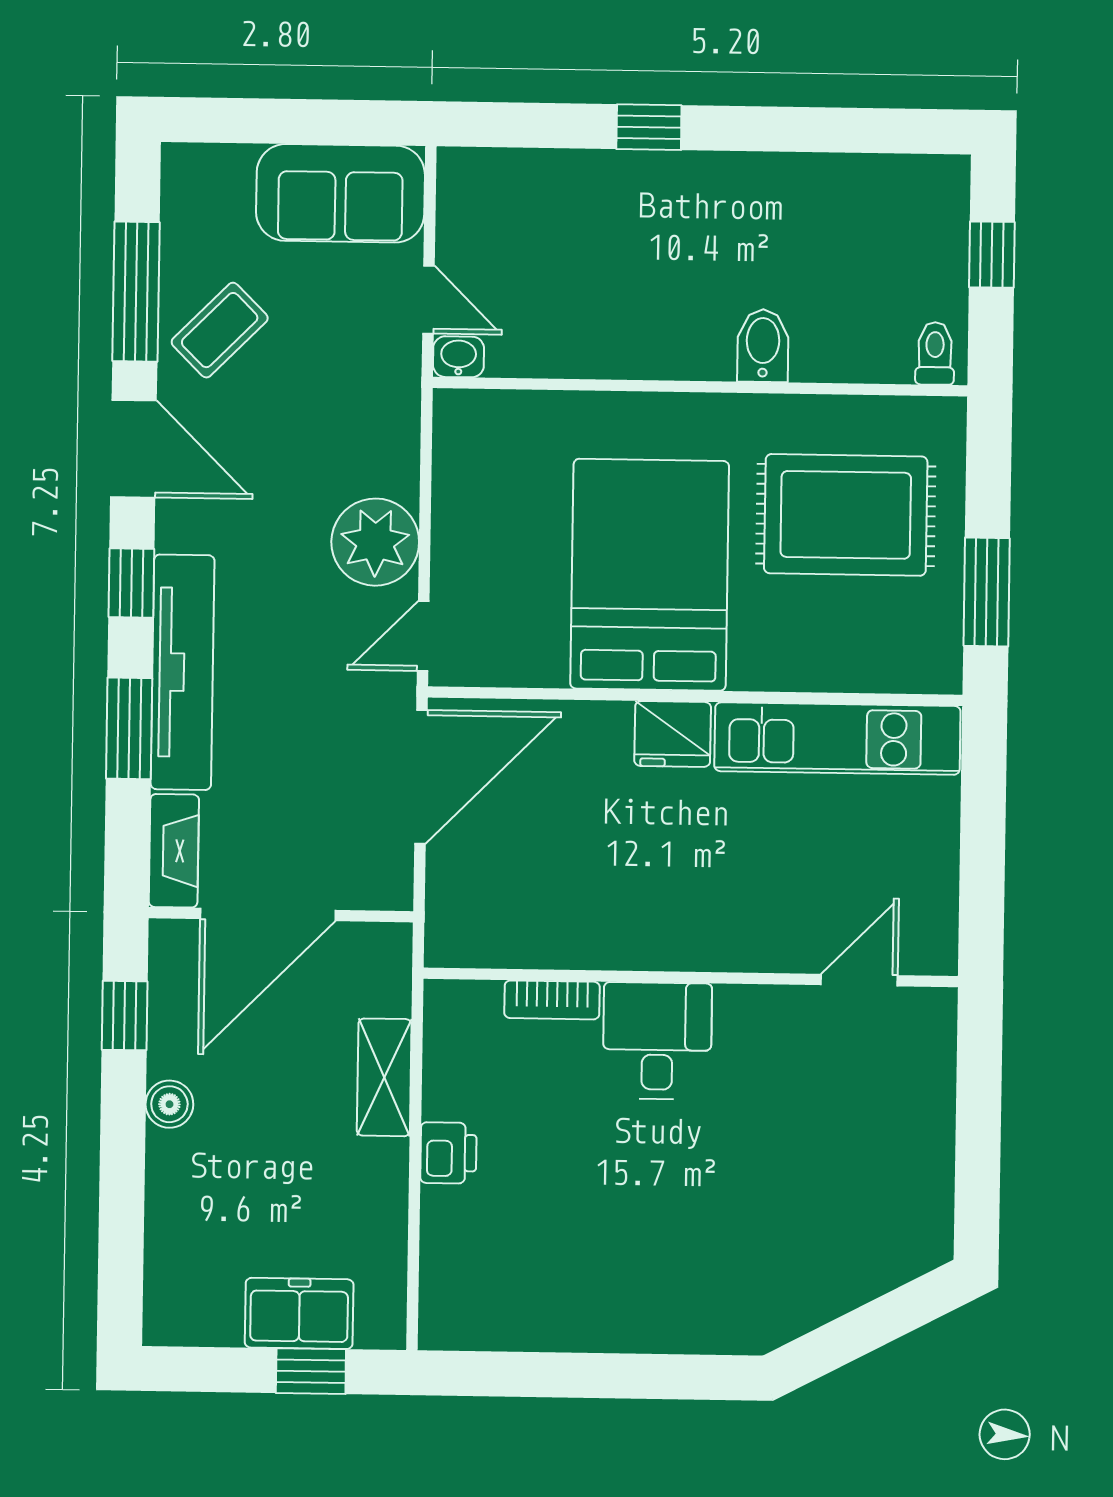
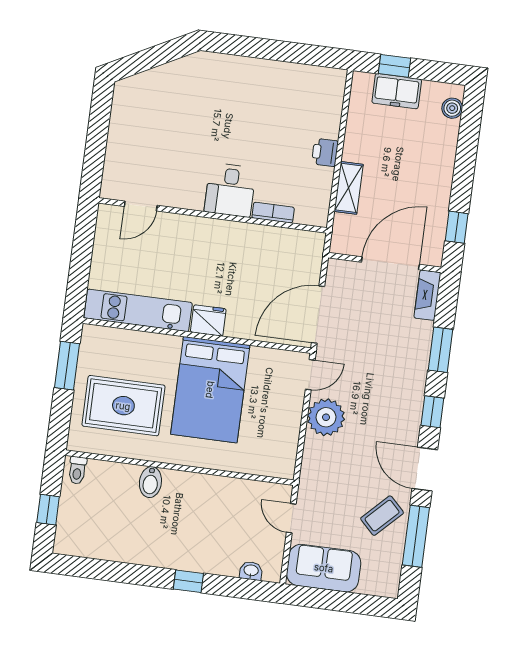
washbasin: (459, 357) -> (251, 571), moved, turned 180
tv unit: (183, 672) -> (415, 371), removed
boiler: (169, 1104) -> (452, 108), moved

